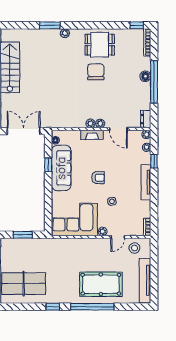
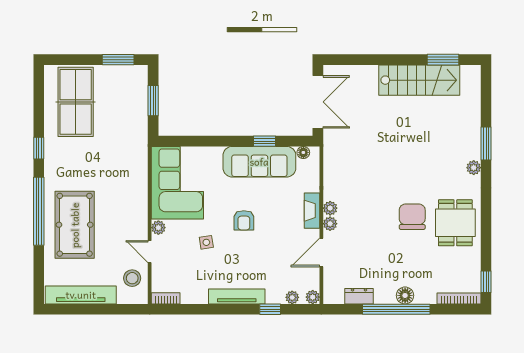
chair: (96, 72) -> (412, 217), turned -90
dresser: (146, 119) -> (359, 296), moved

